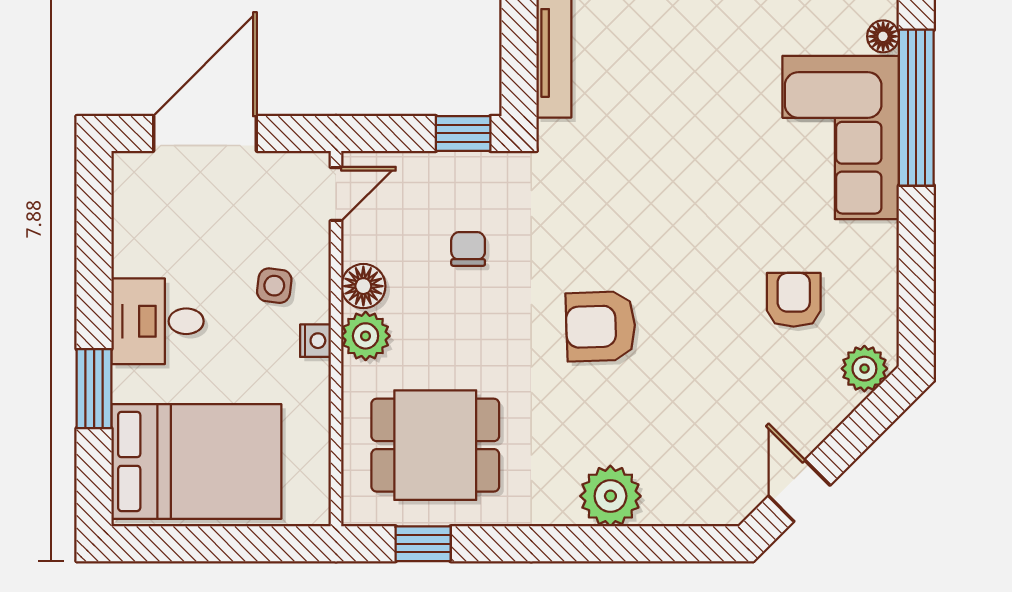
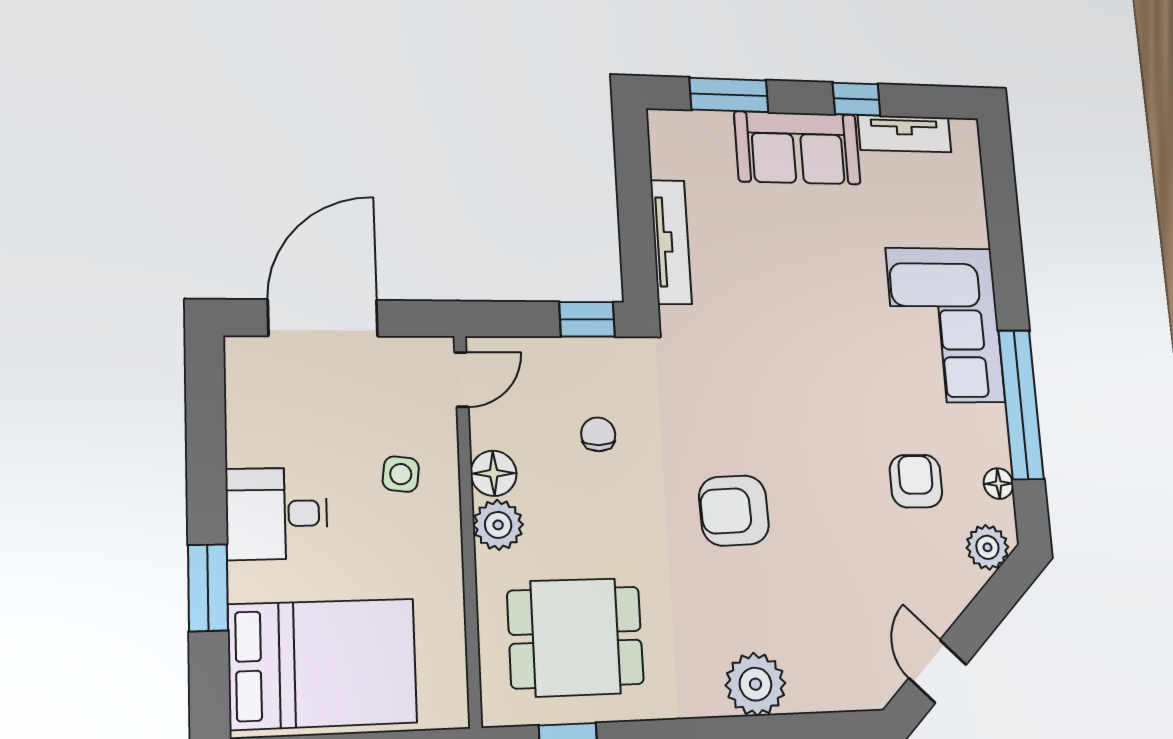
floor lamp: (883, 36) -> (998, 484), moved
window: (916, 108) -> (1021, 404), moved
nightstand: (315, 341) -> (446, 531), removed

